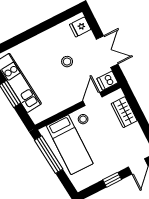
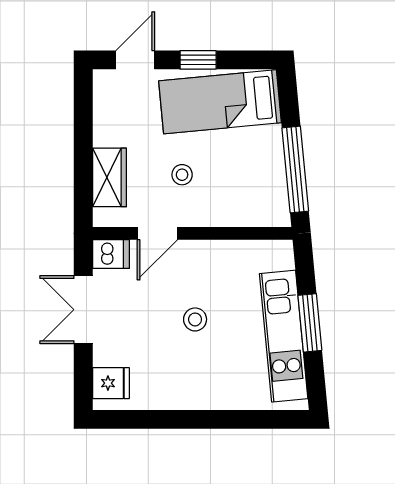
stool: (67, 62) -> (195, 319), moved
stool: (83, 119) -> (182, 175), moved
bed: (70, 145) -> (220, 102), moved, turned -95

